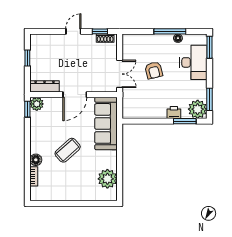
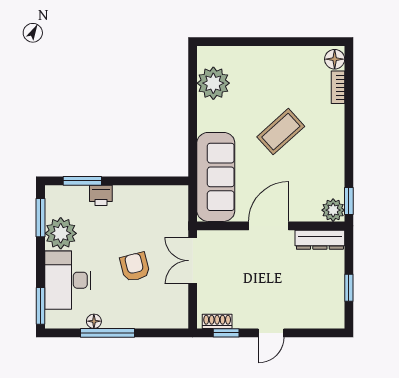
plant: (198, 109) -> (61, 233), moved
floor lamp: (36, 160) -> (335, 59), moved

